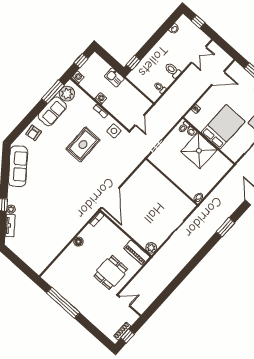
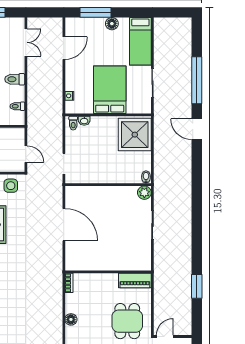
shower: (199, 151) -> (135, 135), moved
door: (110, 198) -> (64, 225), moved
window: (226, 227) -> (197, 286), moved
plant: (151, 248) -> (144, 193), moved

